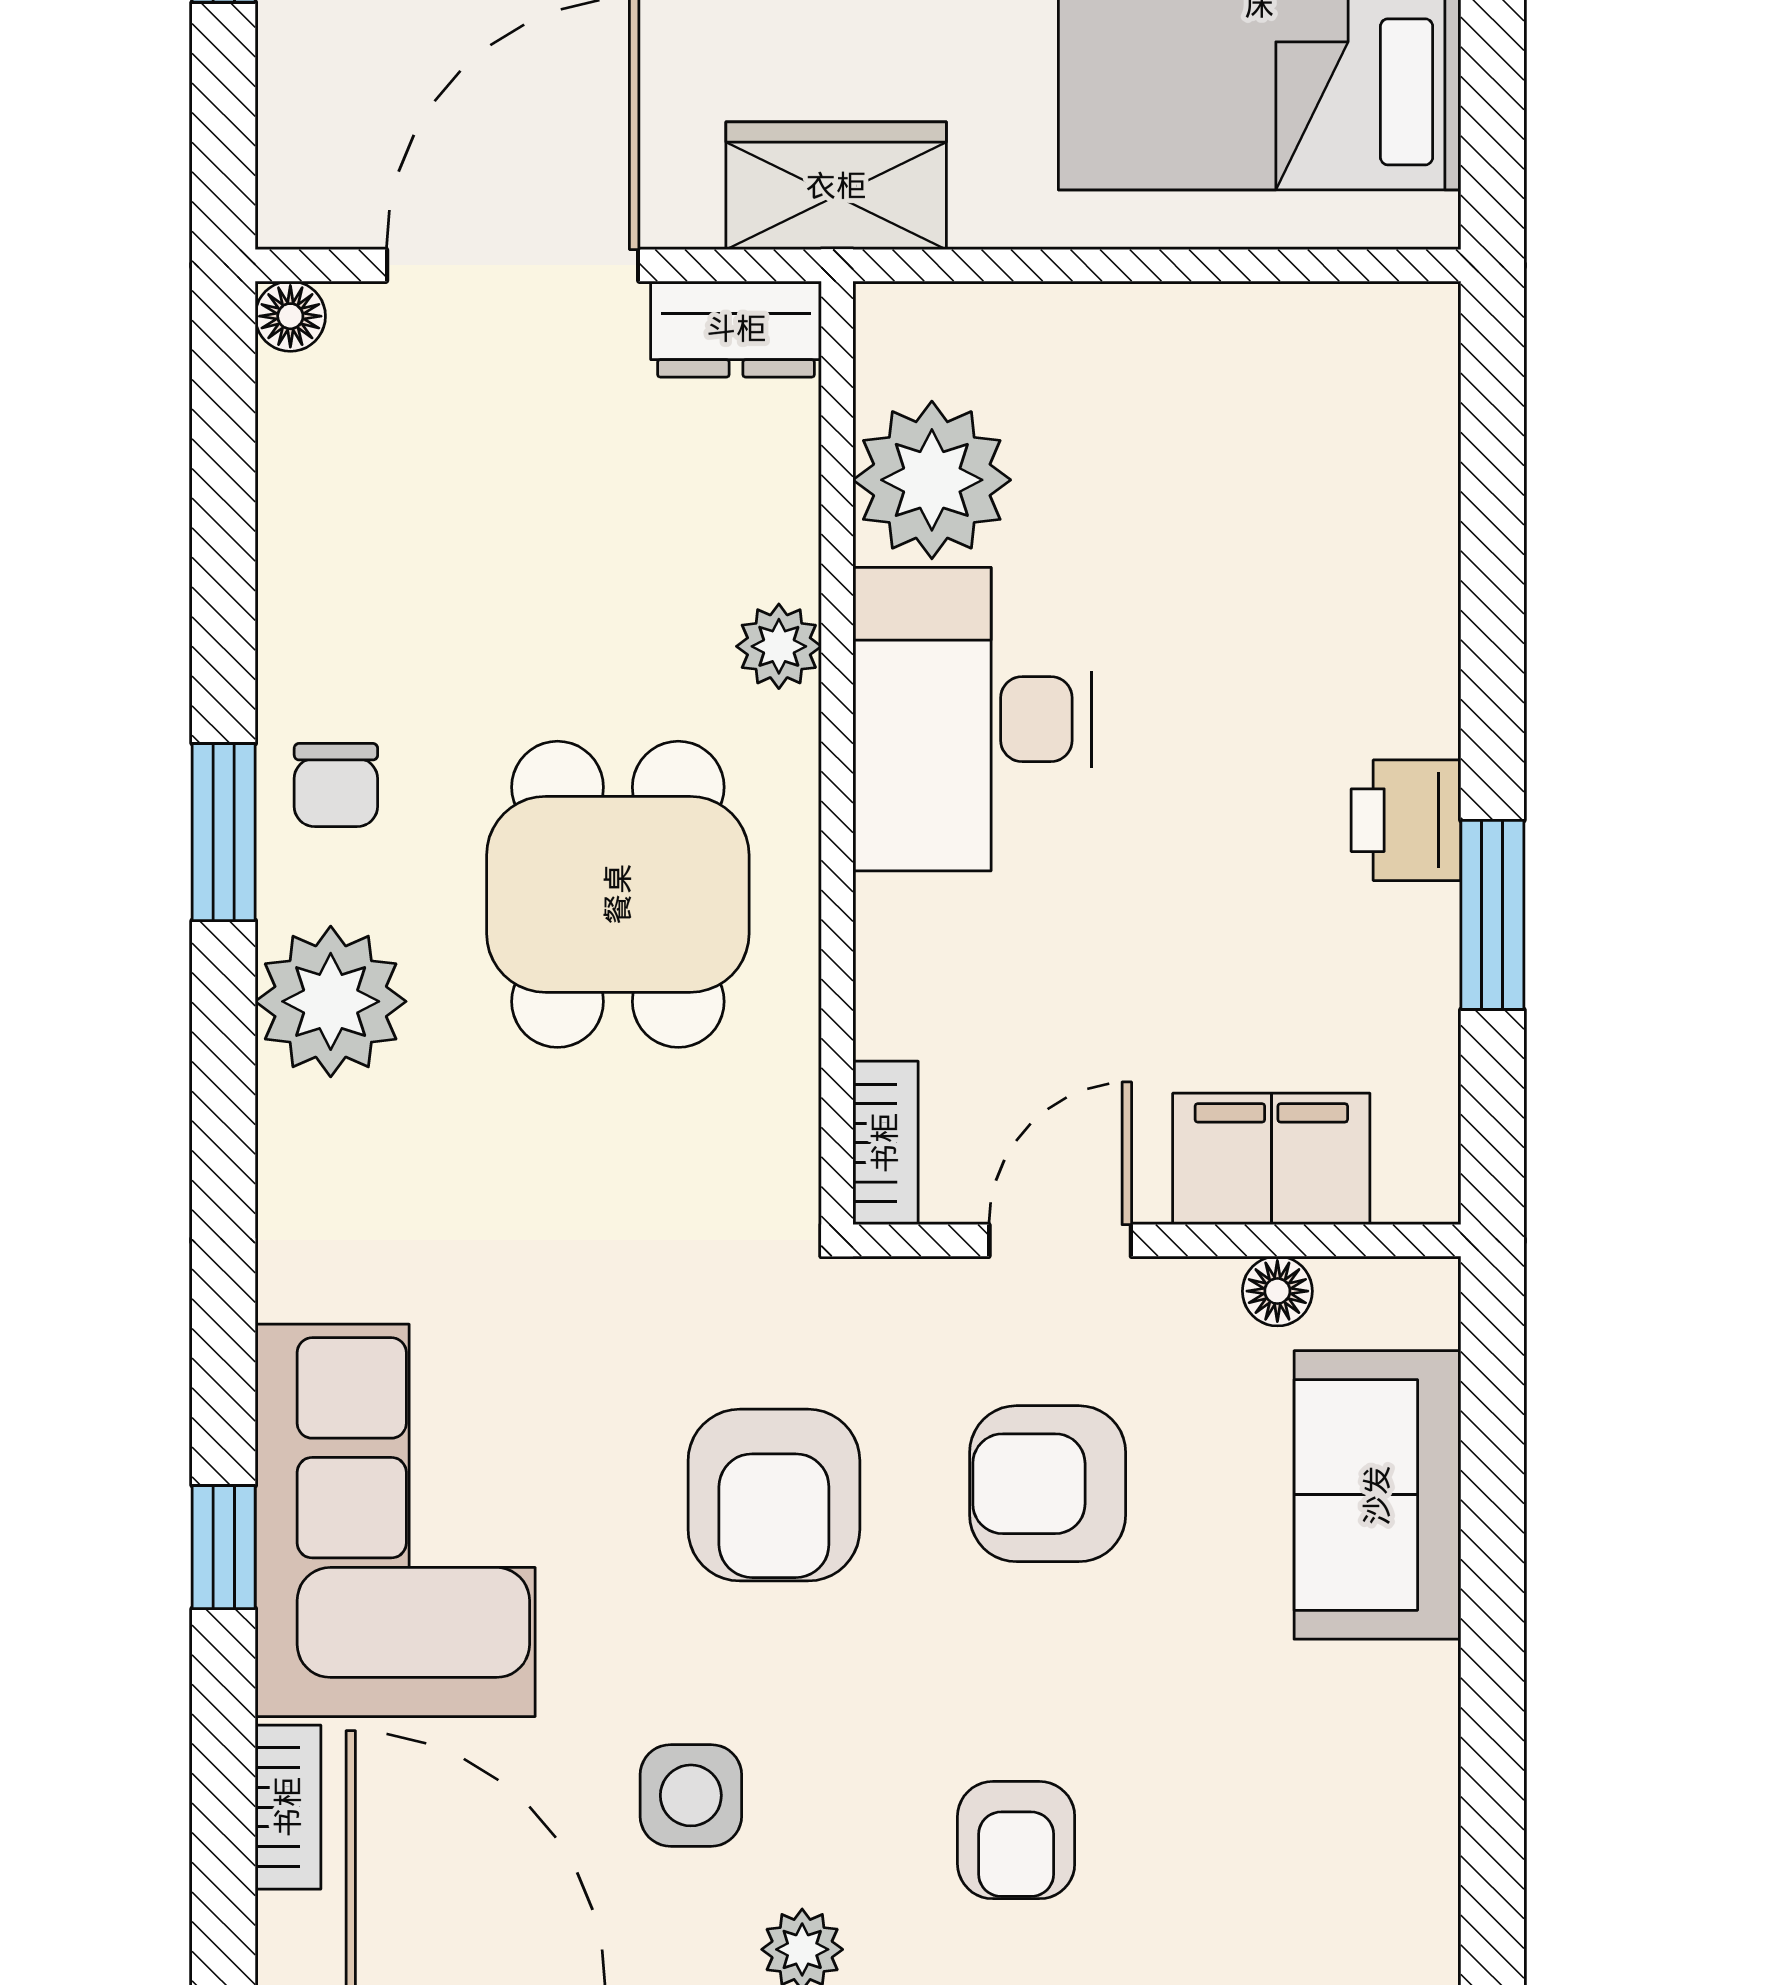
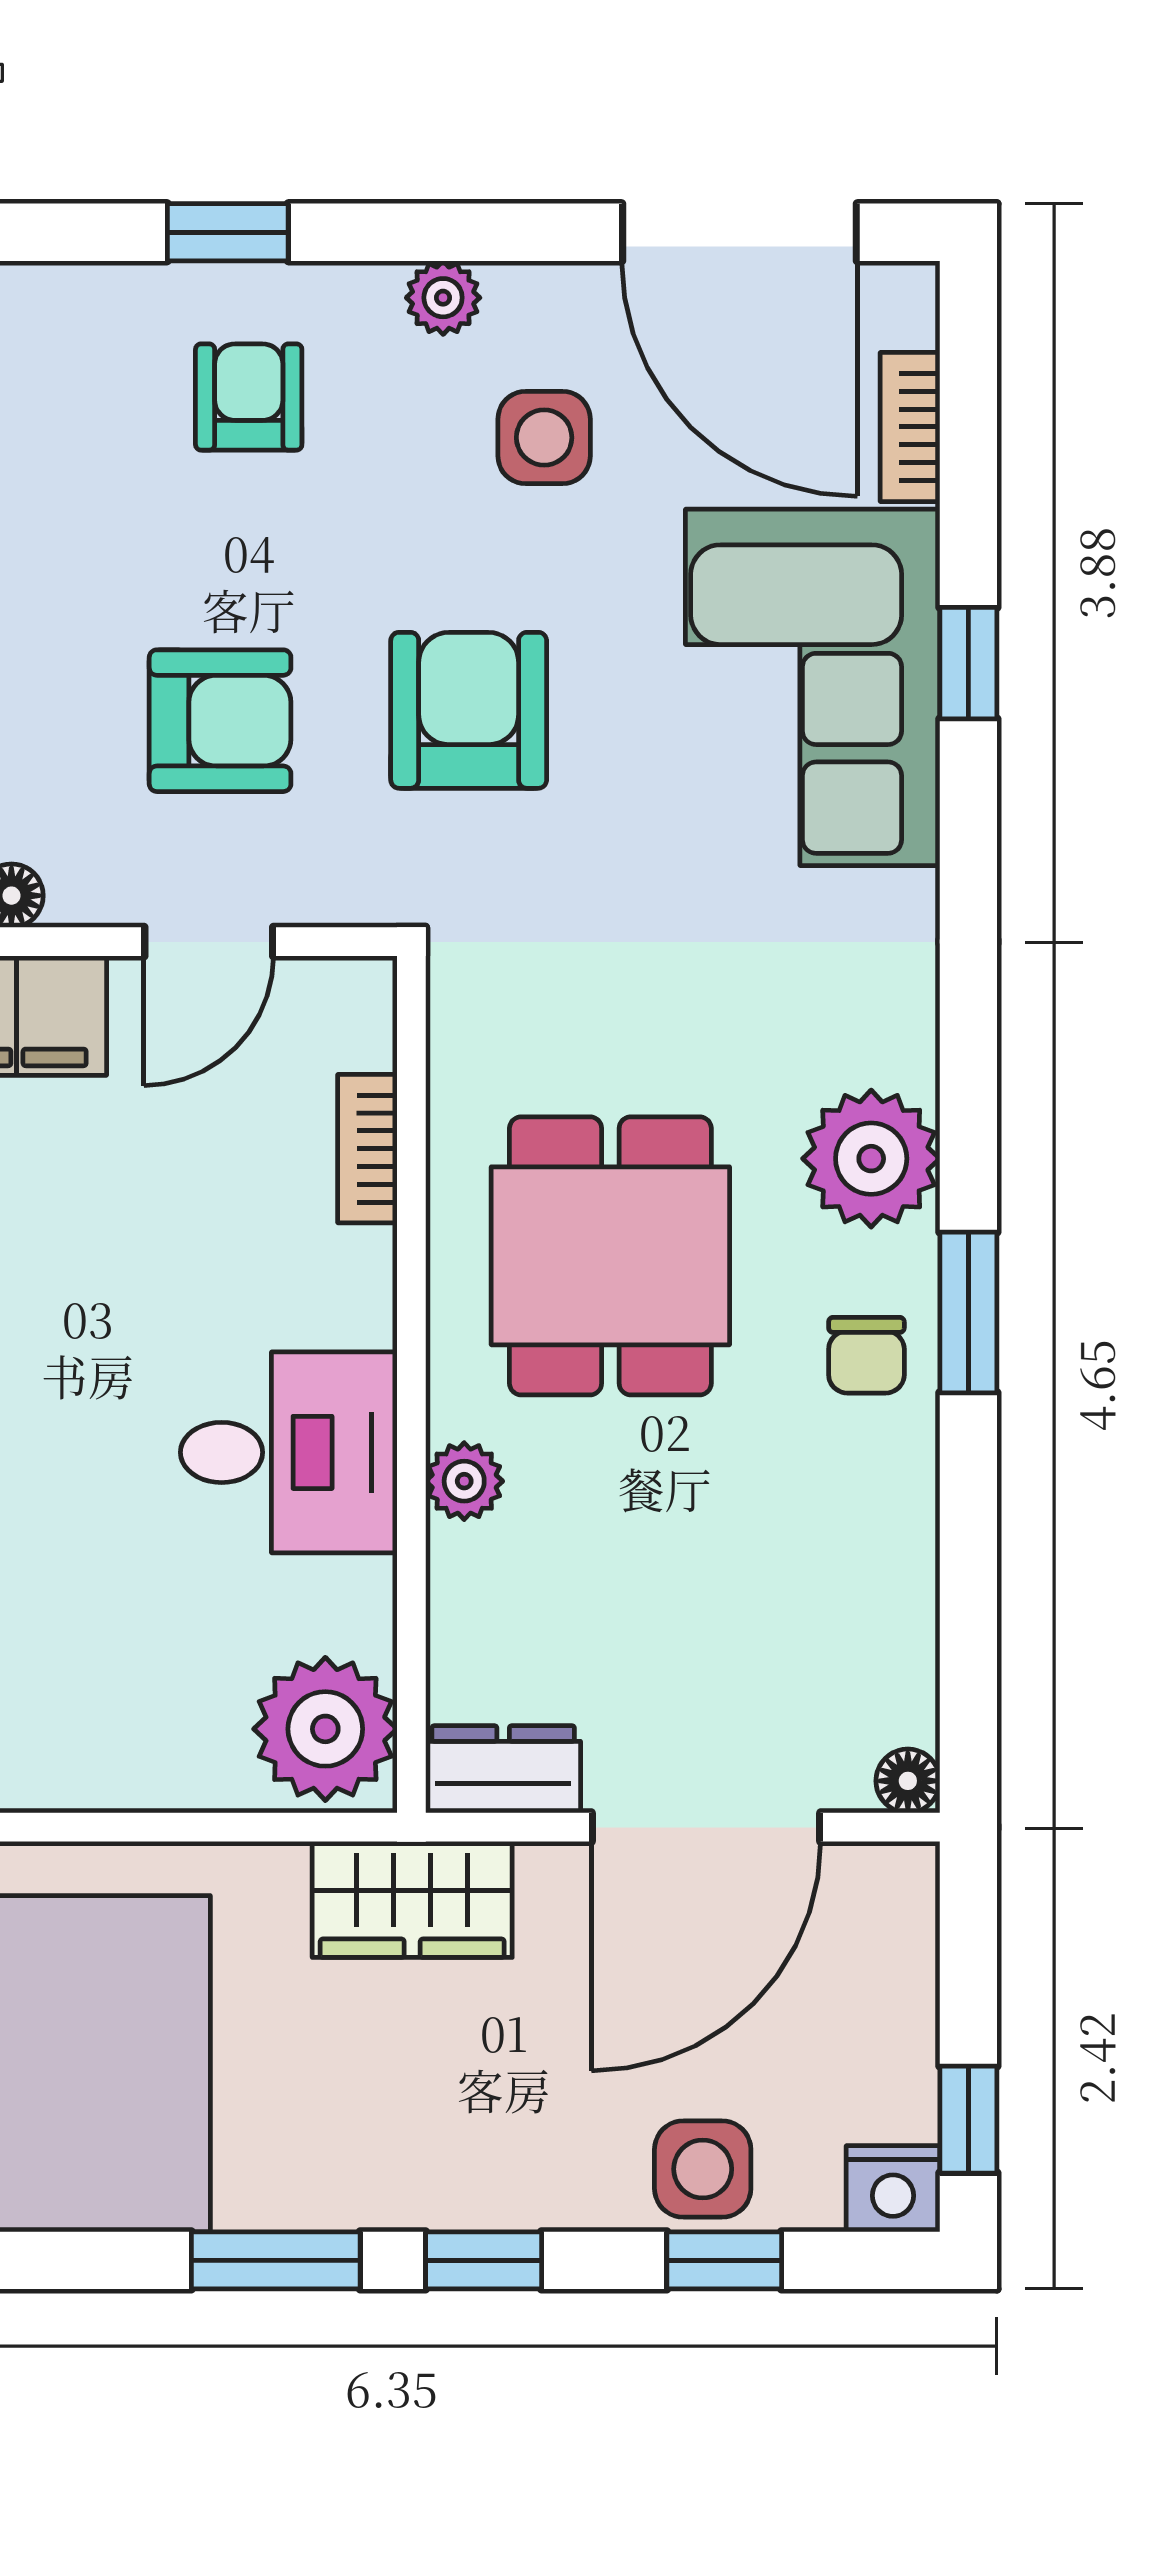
plant: (932, 480) -> (325, 1729), moved
desk: (972, 719) -> (289, 1452), width x0.73
chair: (336, 785) -> (866, 1355), turned 180
bookcase: (885, 1143) -> (367, 1149), moved

